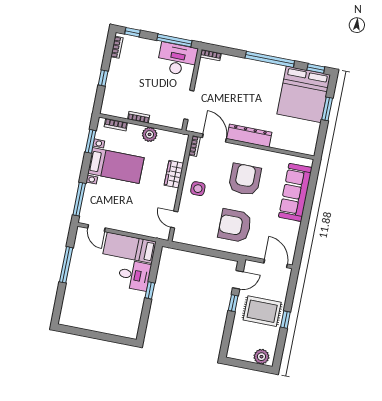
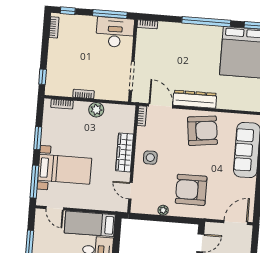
window: (103, 78) -> (43, 77), moved
window: (91, 141) -> (38, 138), moved
bed with nightstands: (116, 166) -> (65, 169), moved
wardrobe: (174, 174) -> (125, 152), width x1.50
armchair: (245, 179) -> (202, 131), moved, turned 83
plant: (205, 243) -> (163, 210), added
door: (276, 264) -> (236, 223), hinge flipped

